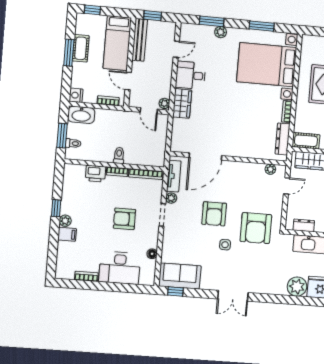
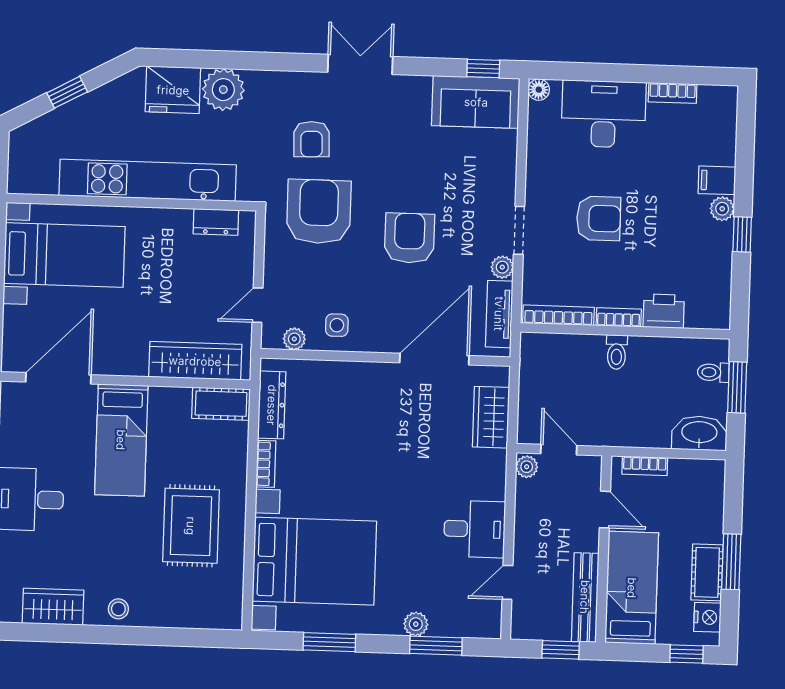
nightstand: (76, 95) -> (707, 617), moved
wardrobe: (182, 103) -> (491, 417), moved
side table: (225, 245) -> (337, 325), moved
floor lamp: (152, 254) -> (539, 90), moved
armchair: (257, 262) -> (312, 139), added

